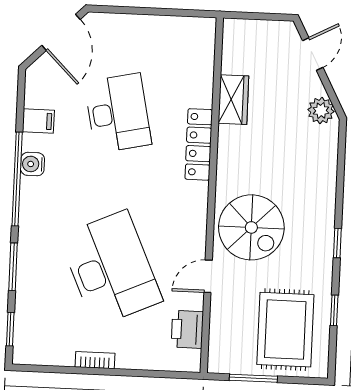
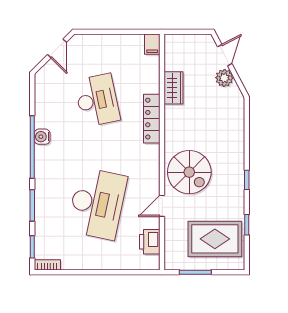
door: (61, 32) -> (57, 48), width x0.73
plant: (321, 111) -> (224, 78), moved
filing cabinet: (38, 121) -> (152, 44), moved, turned 90
desk: (111, 268) -> (97, 204), turned 36
rug: (285, 330) -> (215, 239), turned 90
bookcase: (95, 360) -> (47, 265), moved

